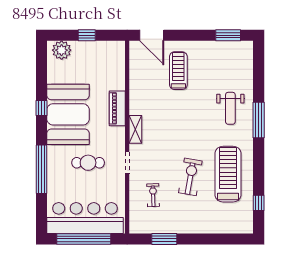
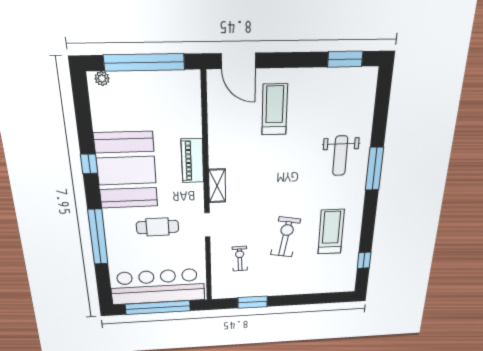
window: (87, 35) -> (144, 62), width x3.17
plant: (62, 50) -> (102, 78), width x0.53, depth x0.53
treadmill: (228, 174) -> (331, 232), width x0.73, depth x0.73

